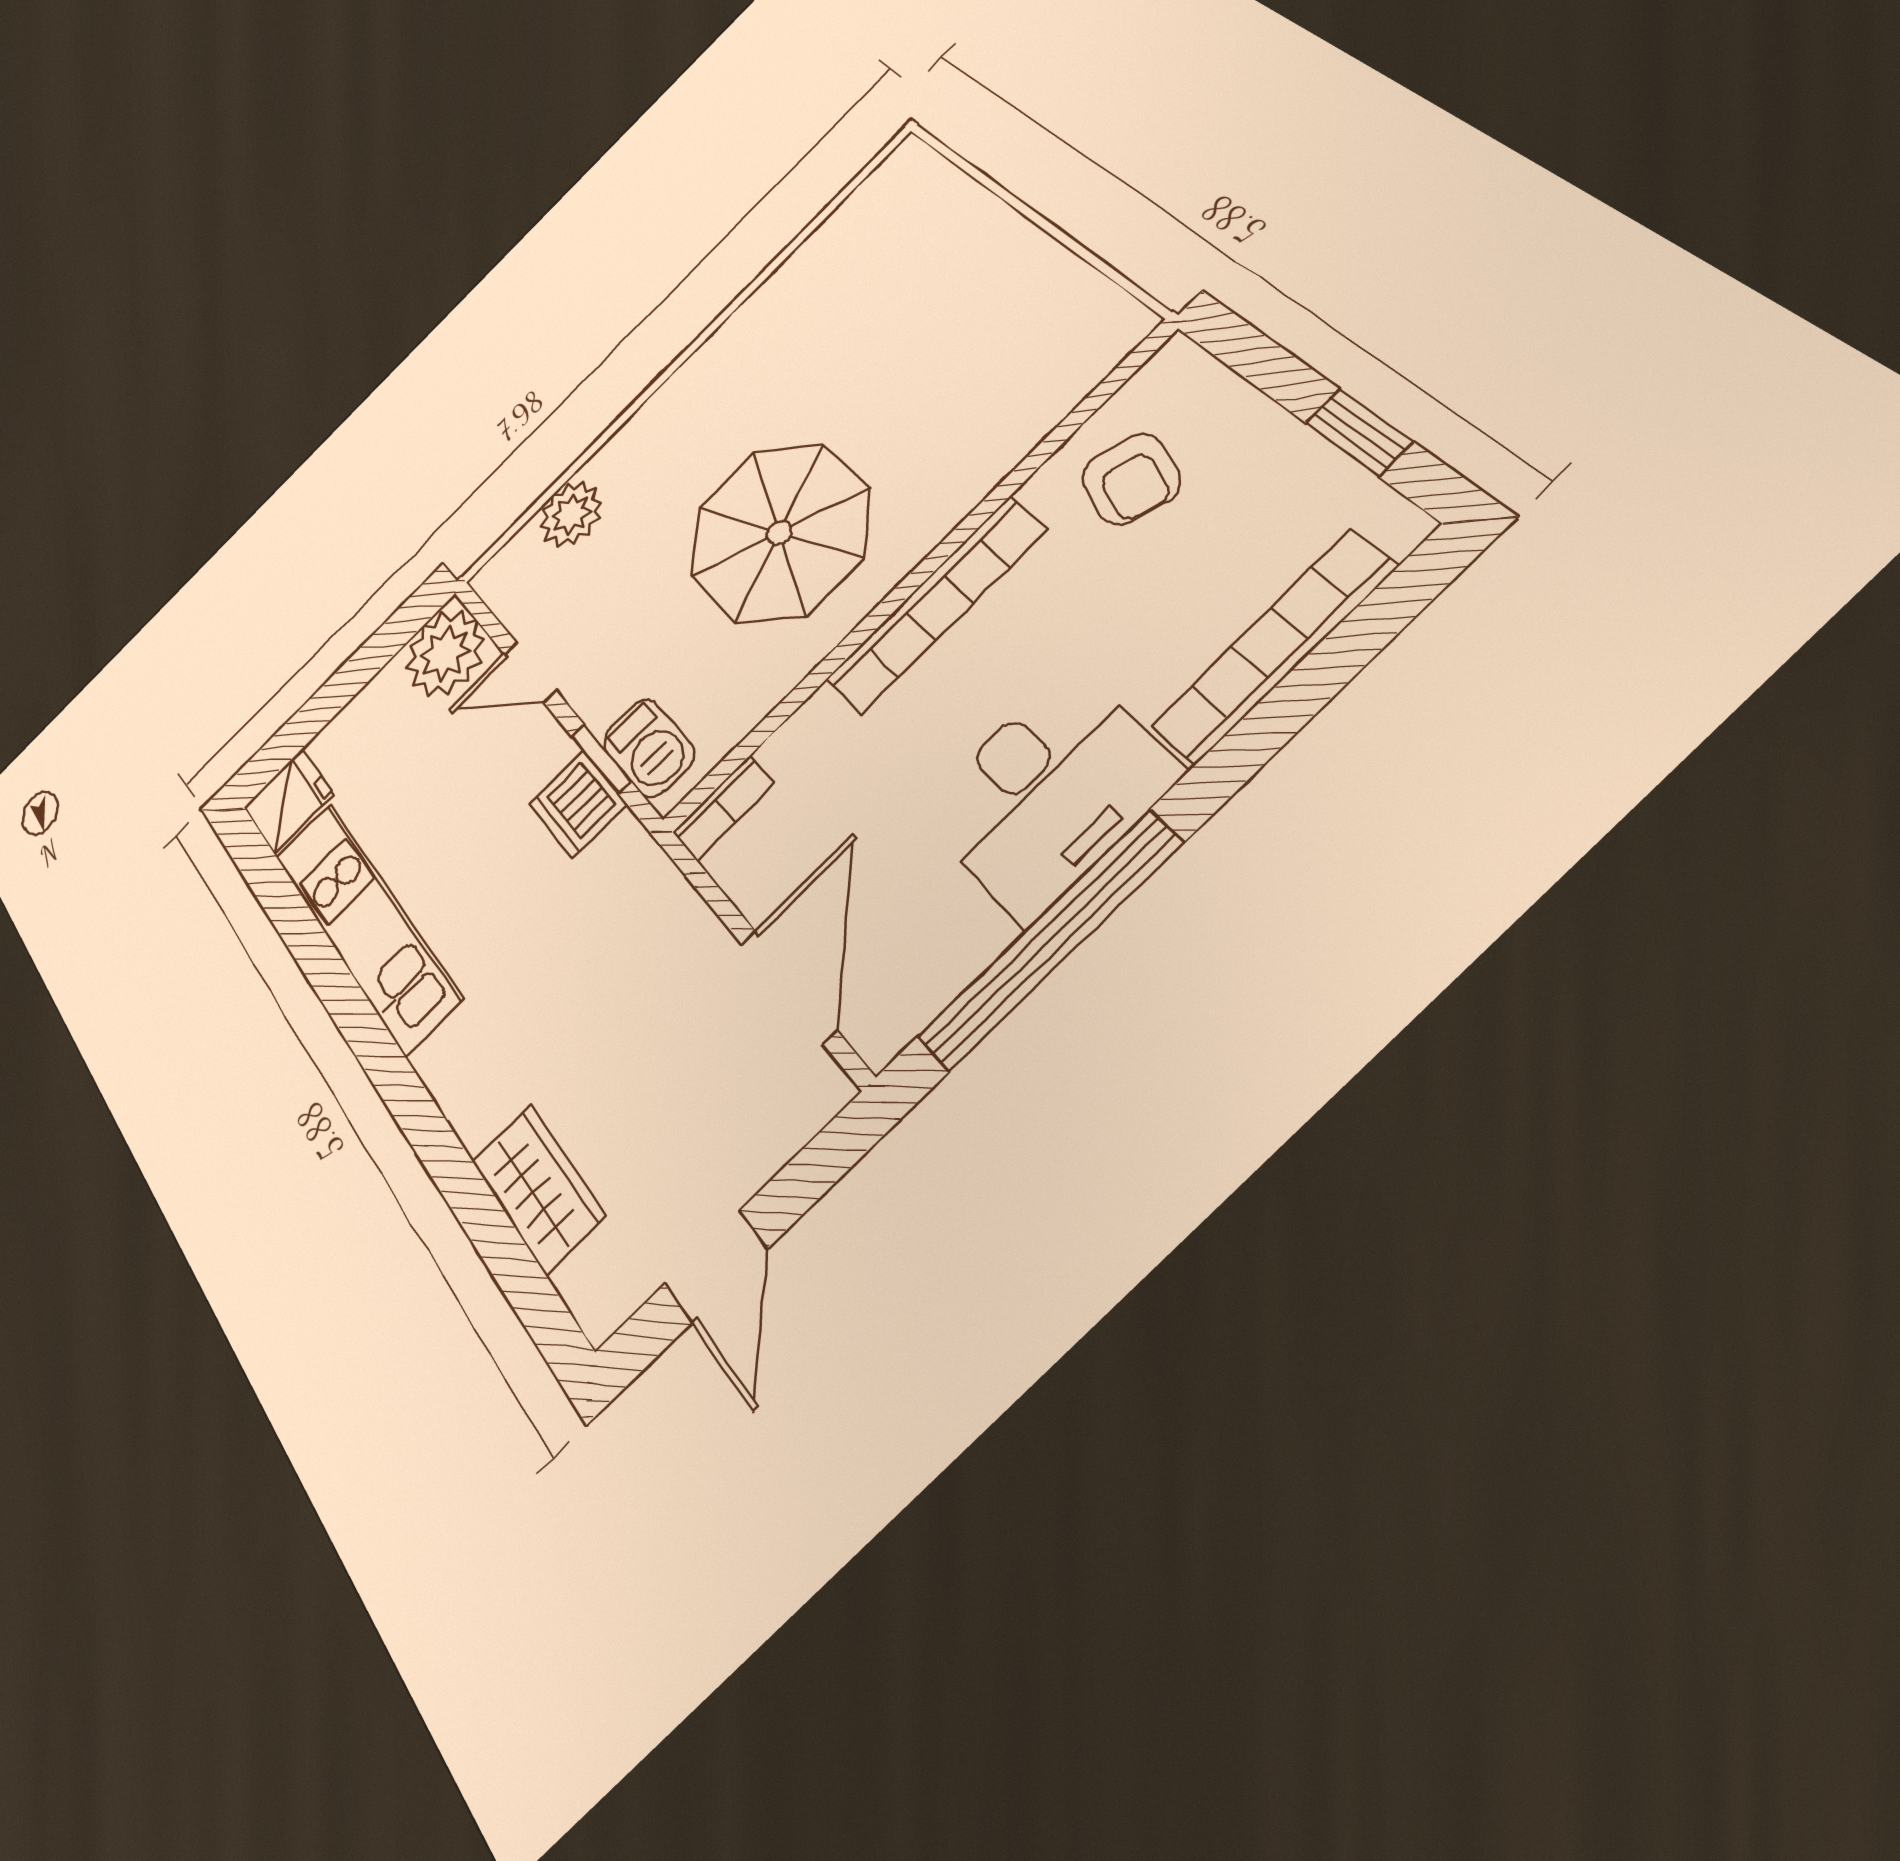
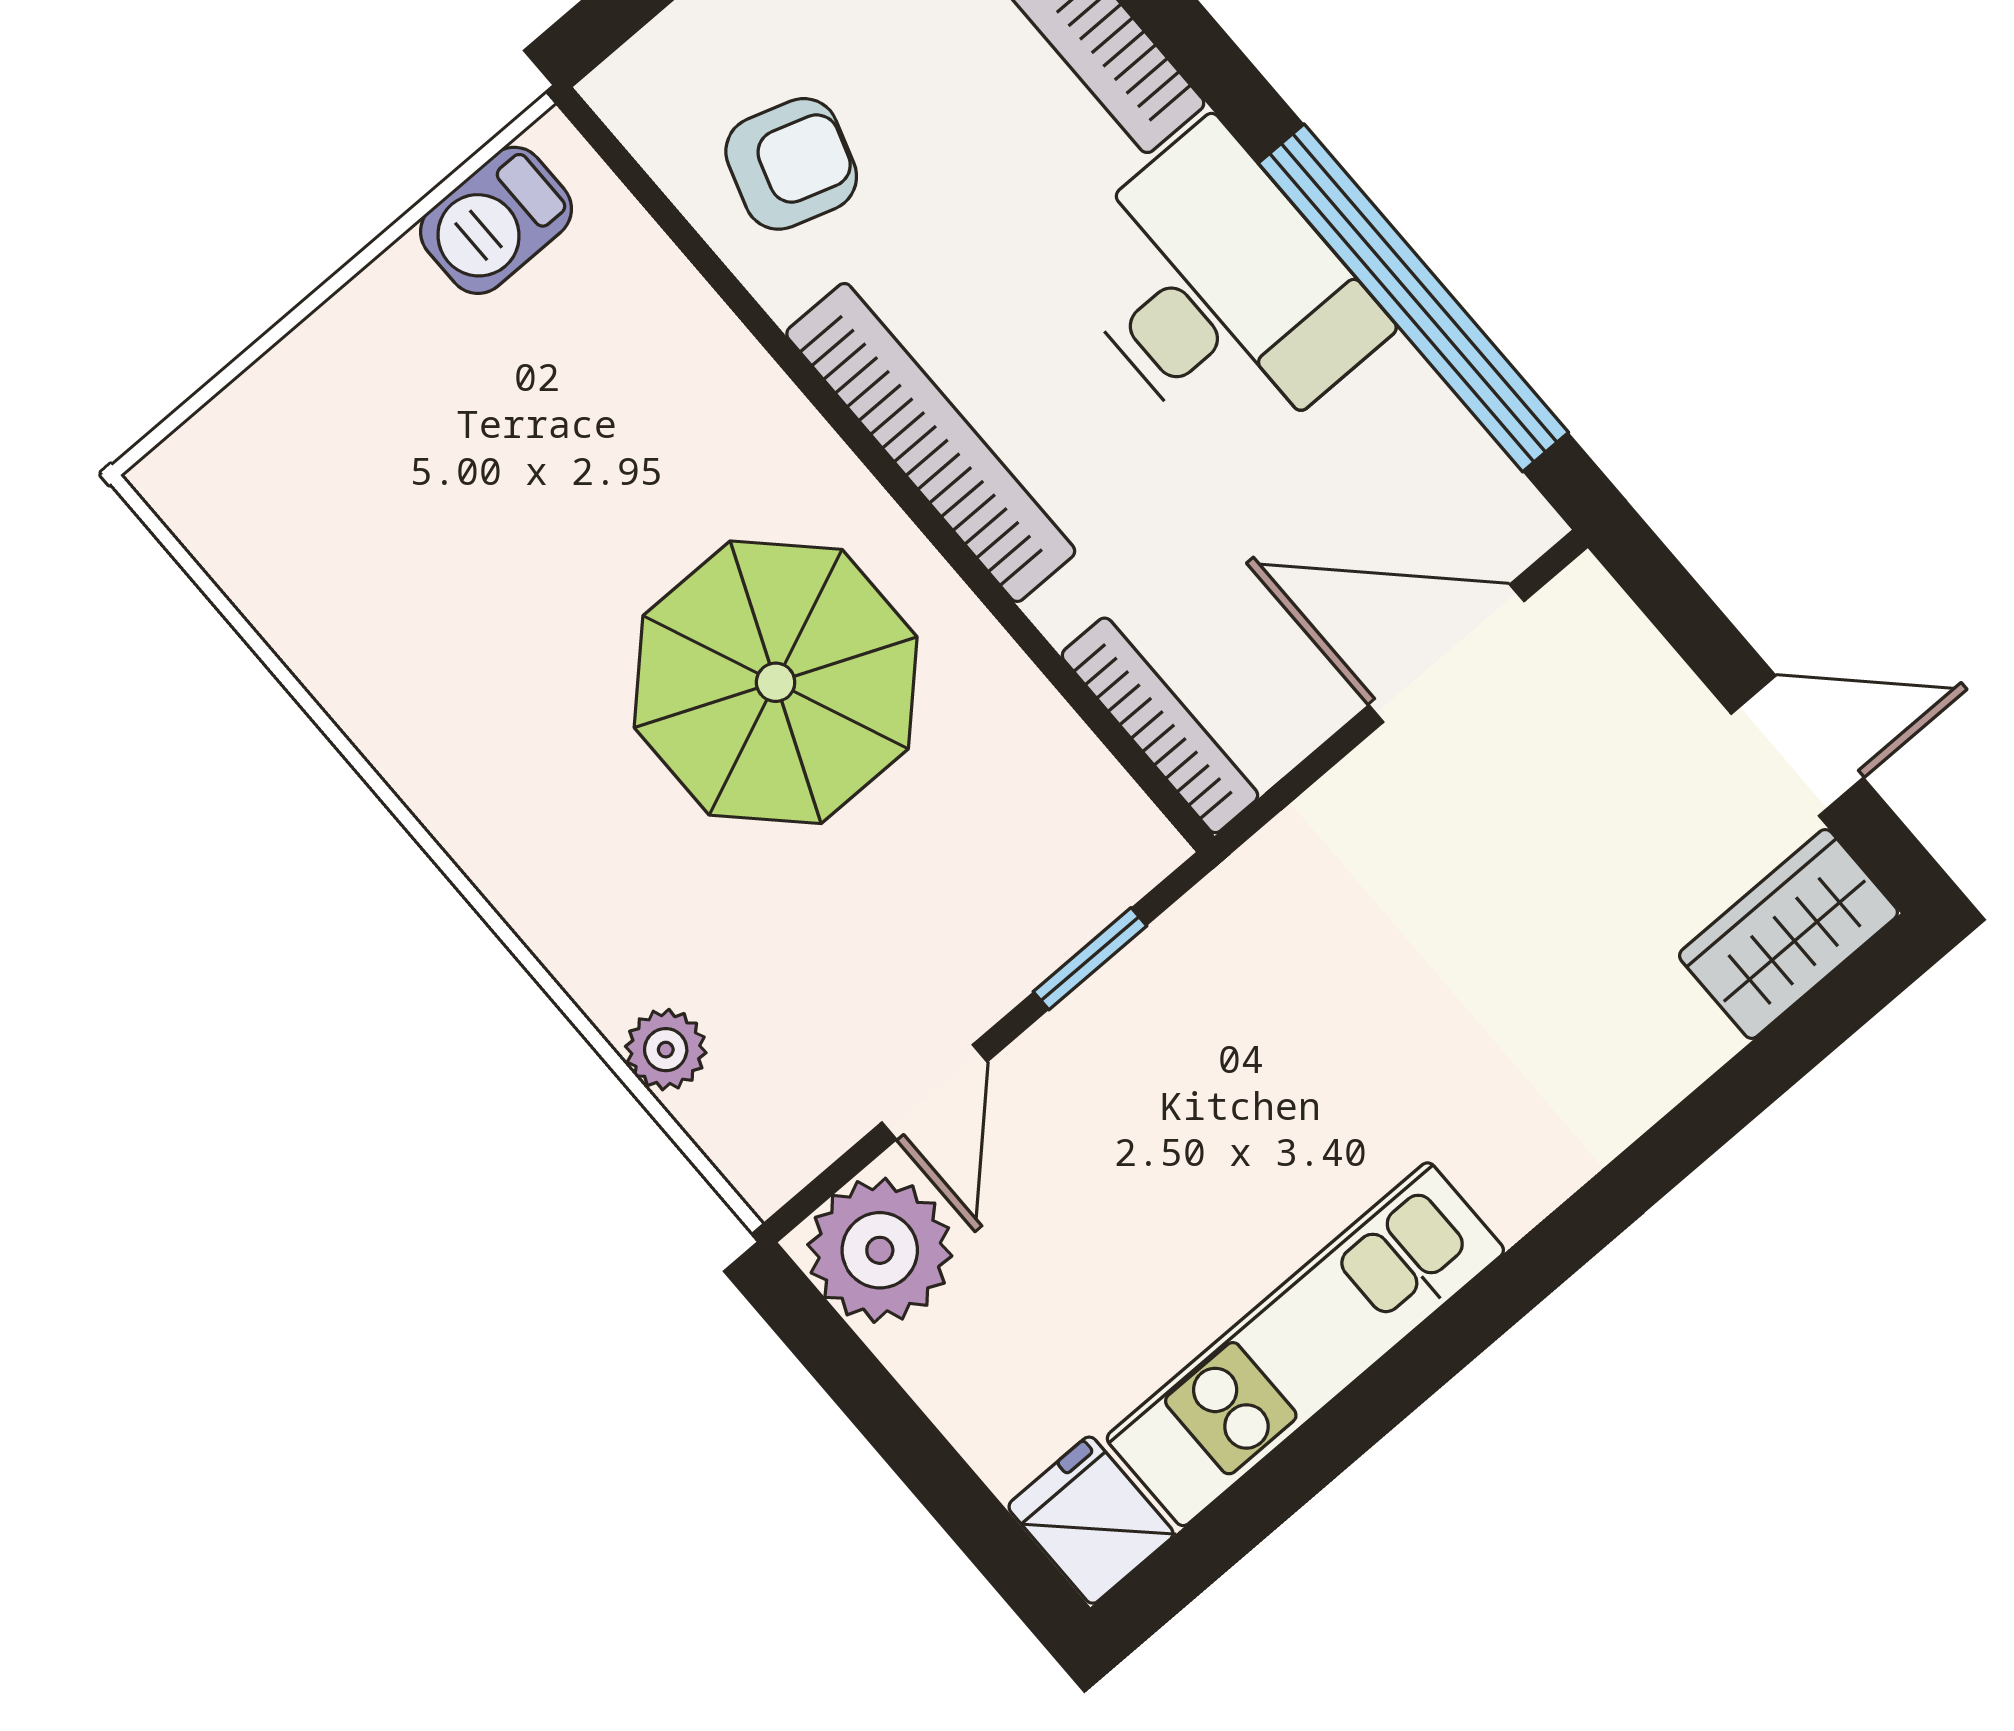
plant: (571, 514) -> (666, 1050), width x0.73, depth x0.73
barbecue: (649, 748) -> (496, 220), moved, turned 180
dishwasher: (578, 804) -> (1156, 993), removed
bookcase: (723, 808) -> (1160, 725), width x1.56
wardrobe: (538, 1188) -> (1789, 934), moved

